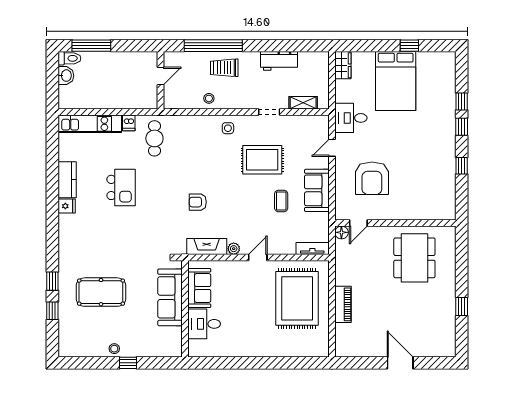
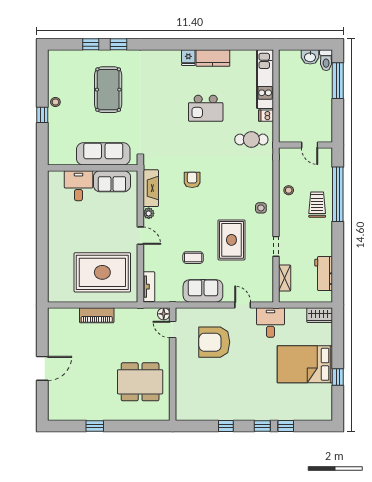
workbench: (279, 61) -> (324, 274), moved

